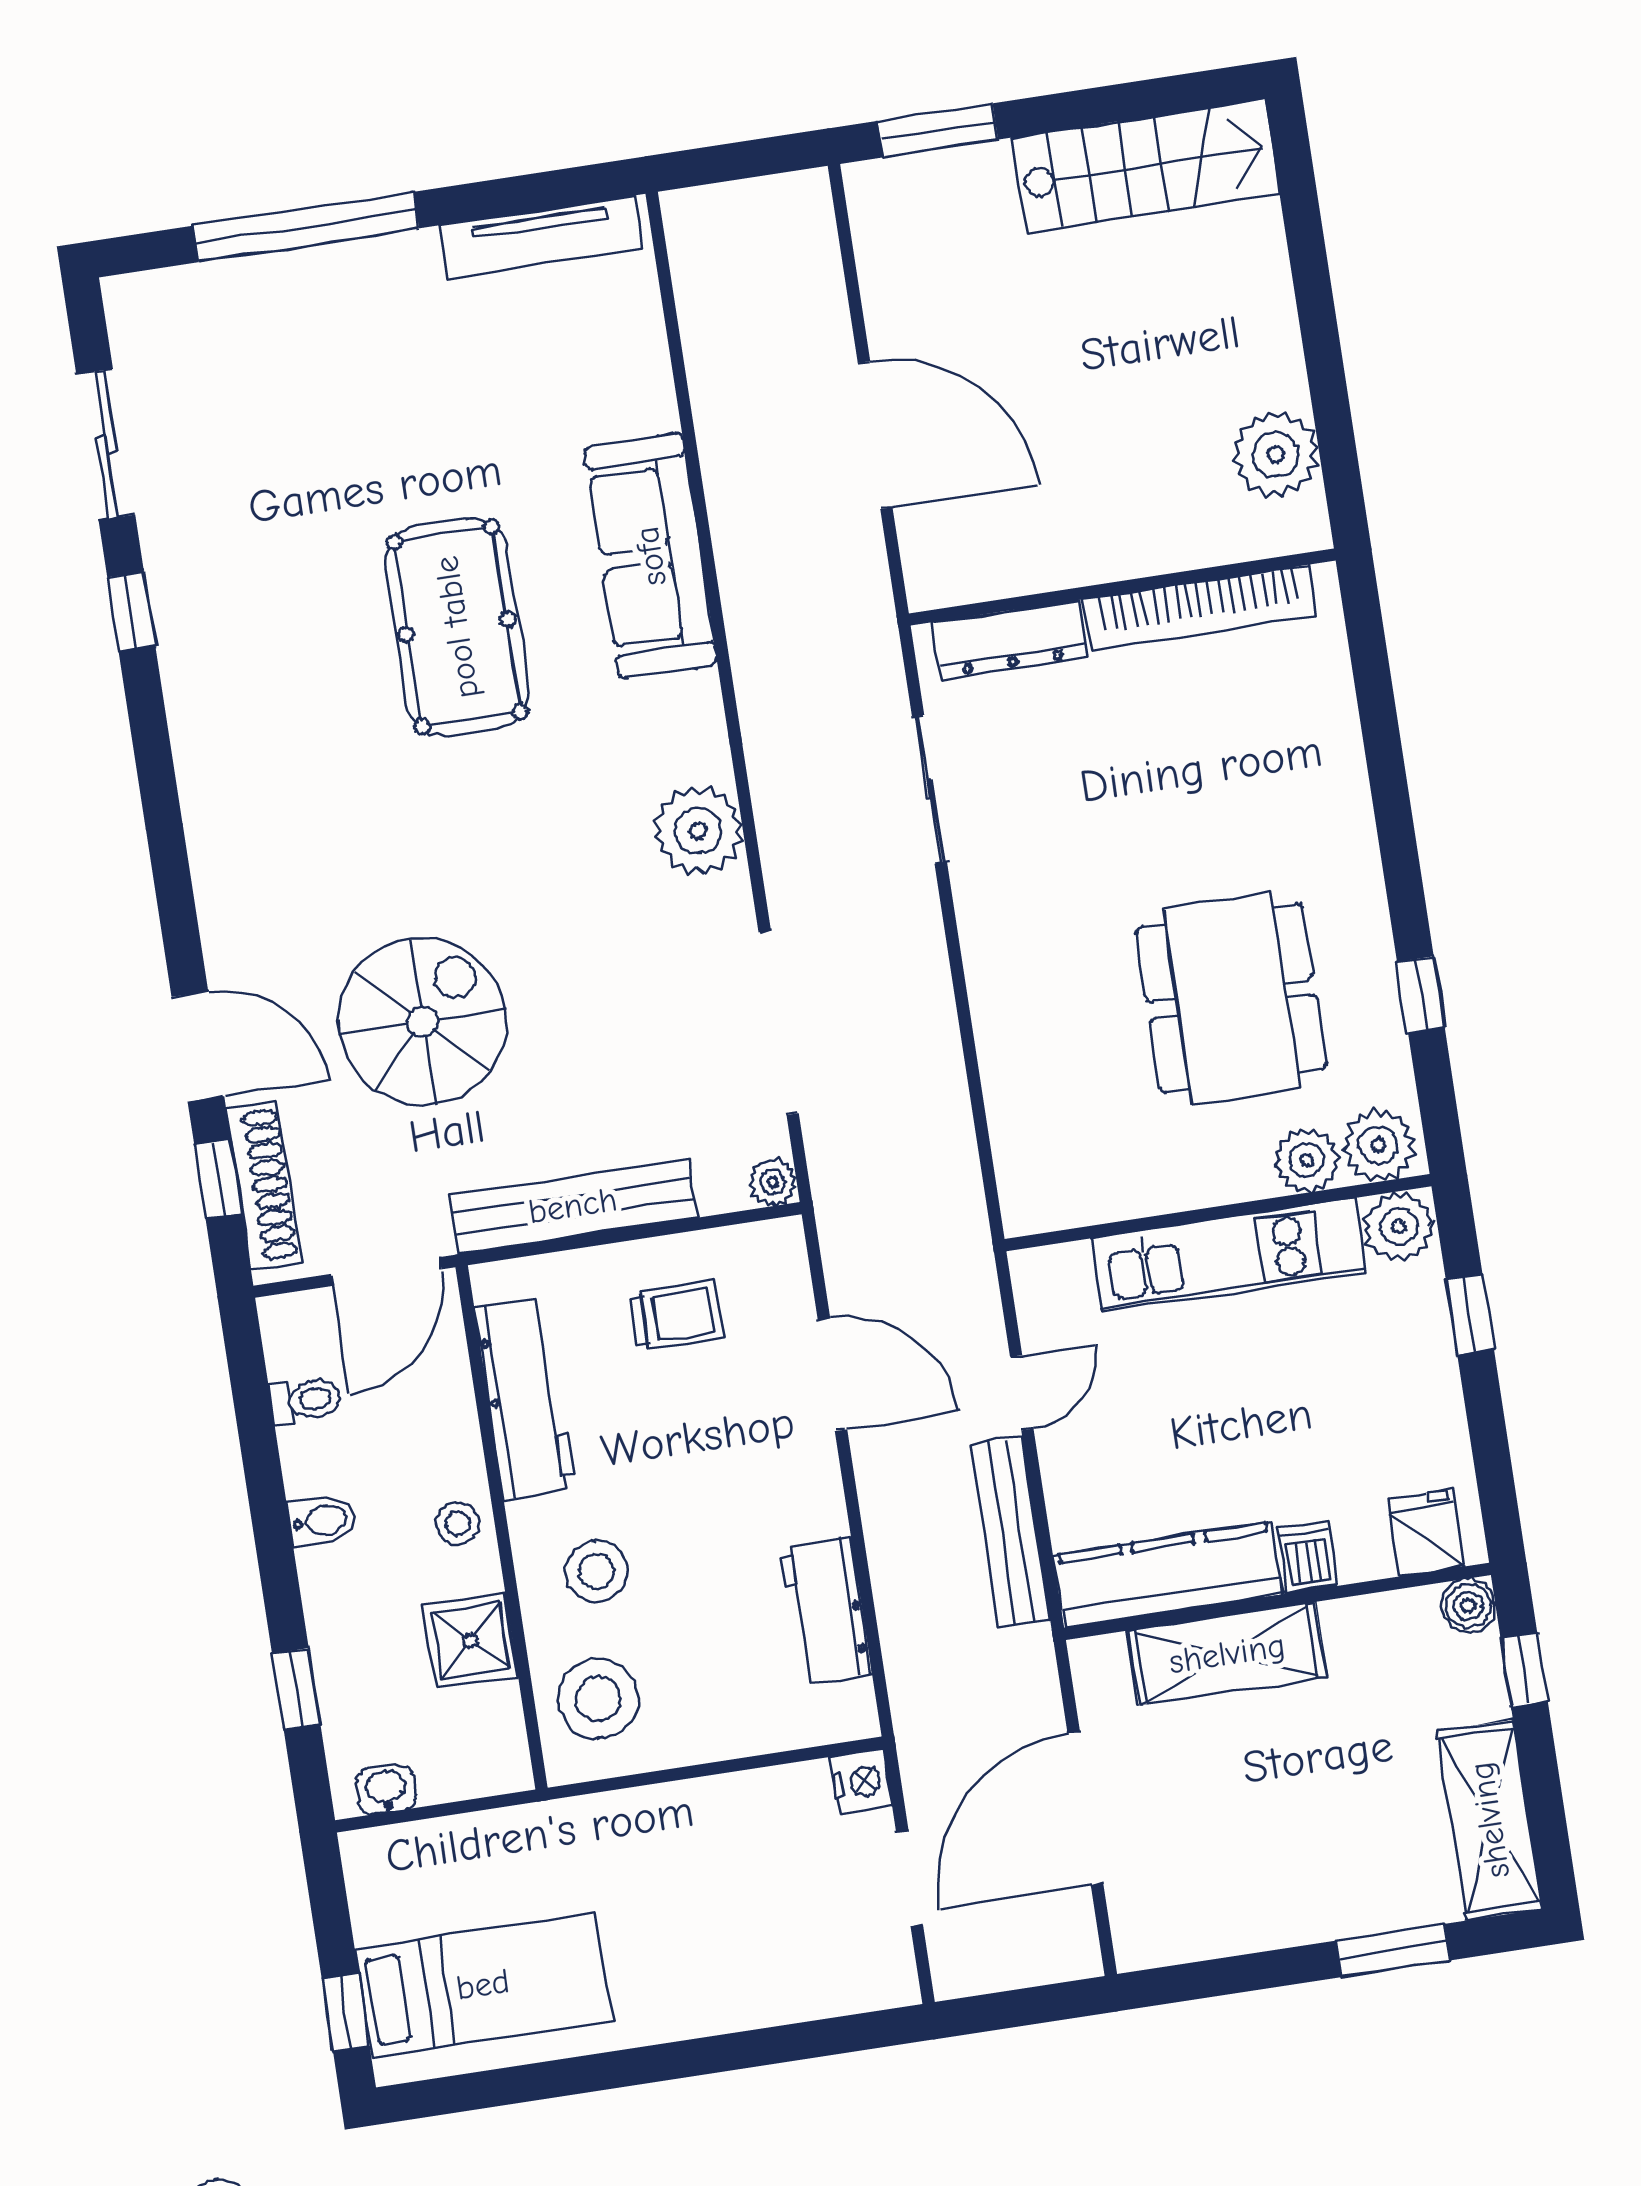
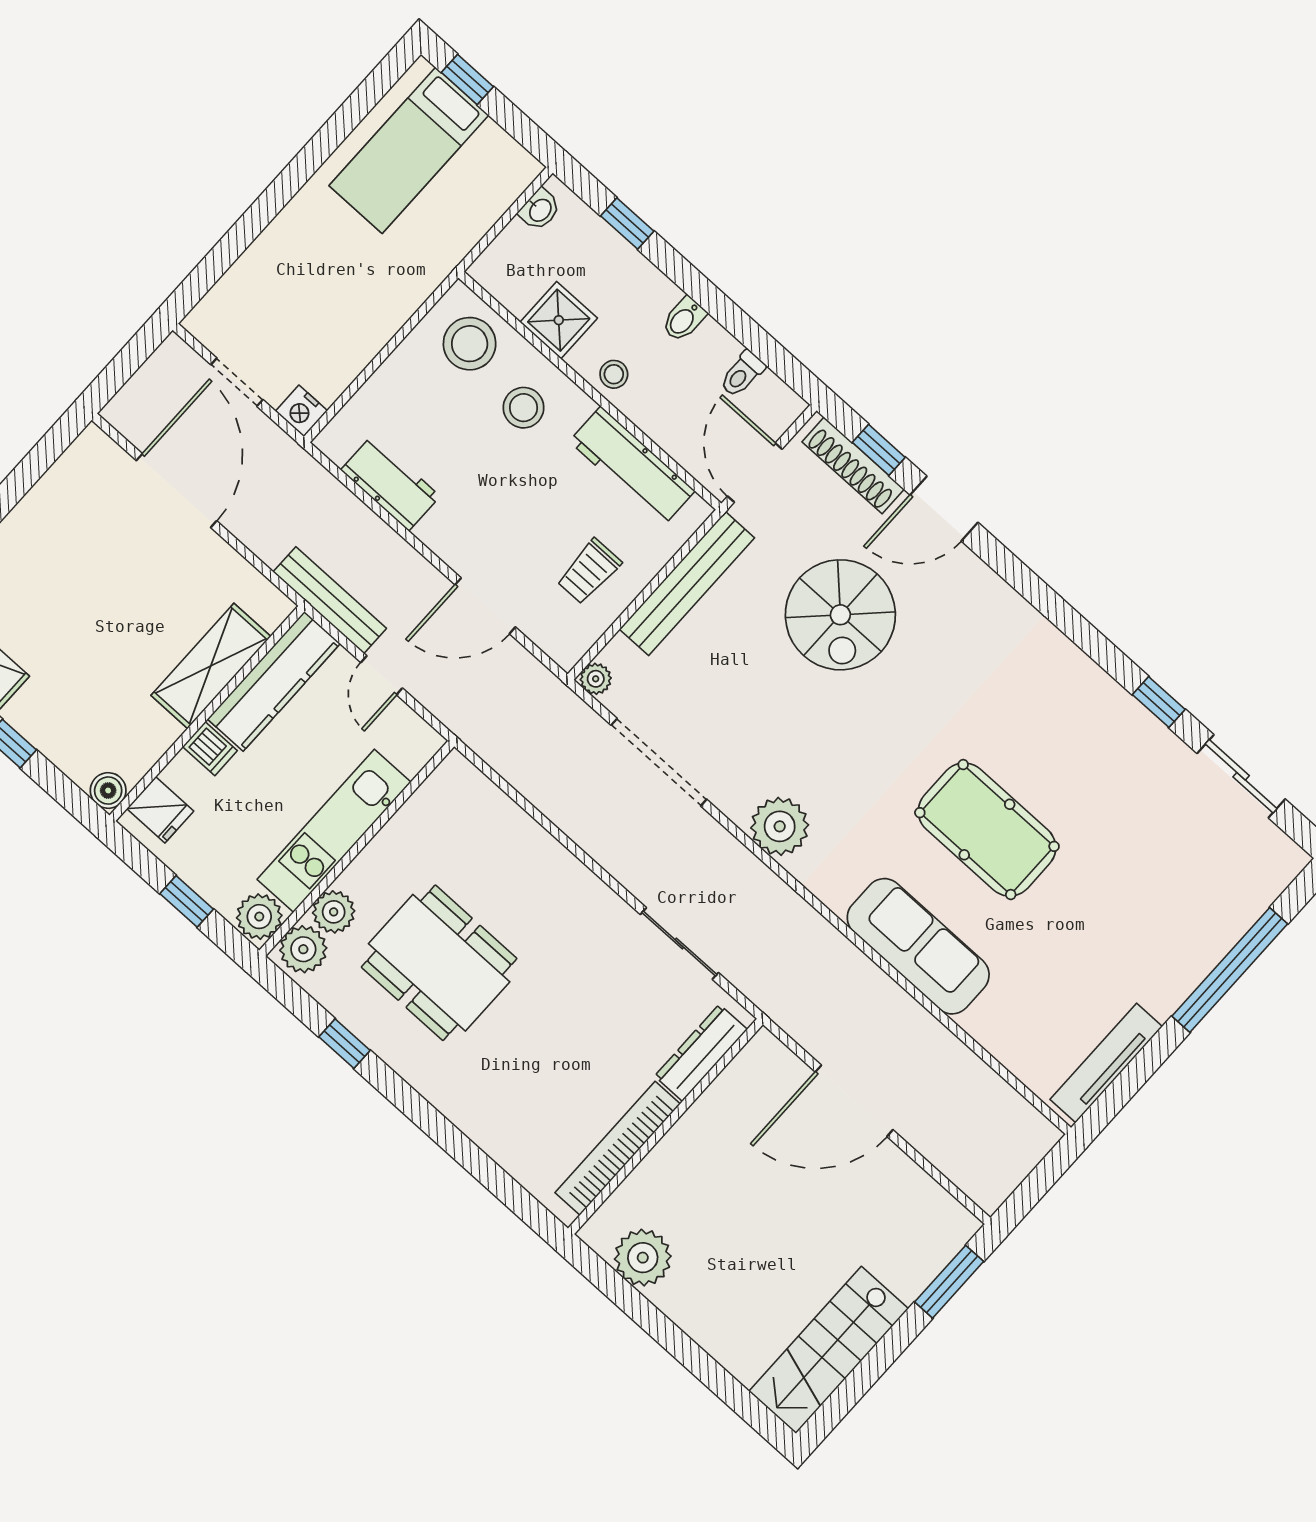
fridge: (1426, 1533) -> (160, 810), moved
dishwasher: (1308, 1557) -> (210, 749), moved
kitchen counter: (1168, 1575) -> (274, 681), moved
wall: (1277, 1601) -> (207, 713), moved
boiler: (1468, 1606) -> (108, 791), moved
shelving: (1227, 1654) -> (211, 666), moved

